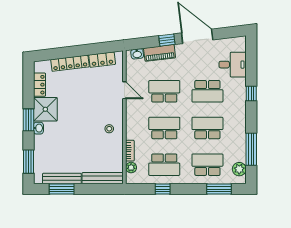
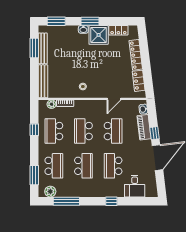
school desk: (164, 128) -> (83, 131), turned 180

